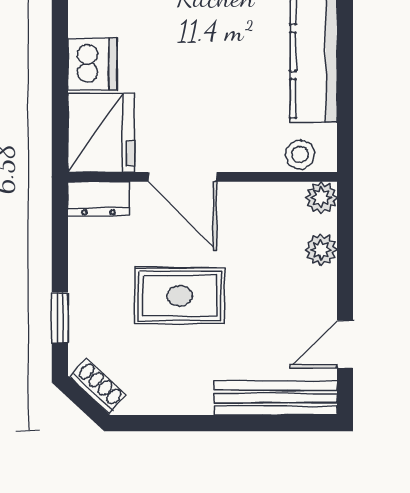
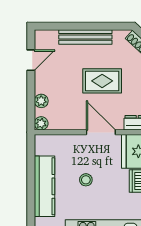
stool: (300, 155) -> (86, 180), moved
bench: (276, 398) -> (85, 37), moved

